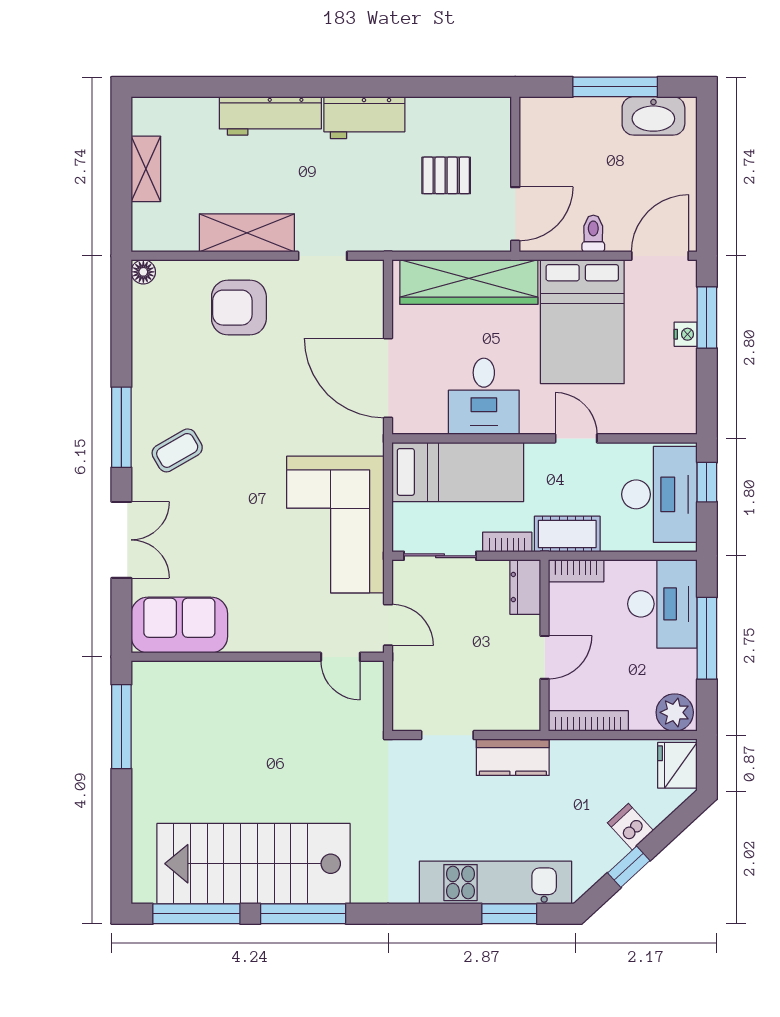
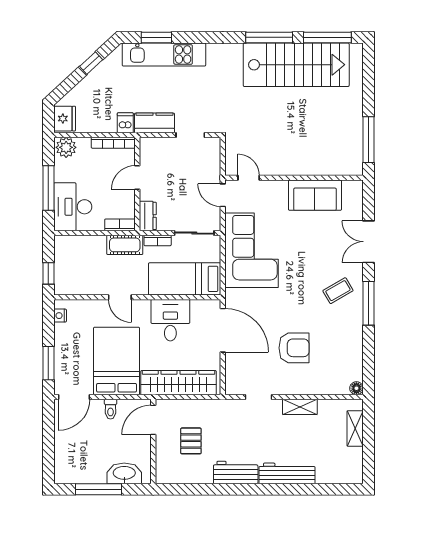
washbasin: (653, 116) -> (124, 473), moved
shelving: (146, 169) -> (355, 428), moved
pallet: (446, 175) -> (191, 441), turned 90
shelving: (247, 233) -> (300, 407), width x0.67, depth x0.75
armchair: (239, 308) -> (294, 348), moved
nightstand: (686, 334) -> (60, 316), moved
desk: (659, 494) -> (74, 267), removed
sofa: (179, 625) -> (315, 195), moved
dishwasher: (630, 827) -> (125, 123), moved, turned -137

